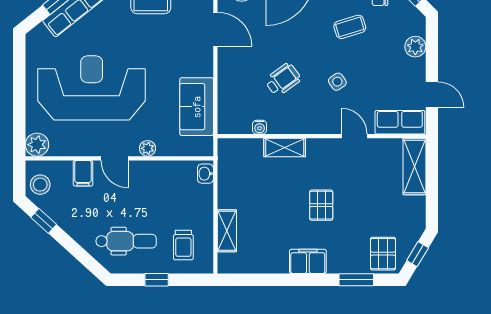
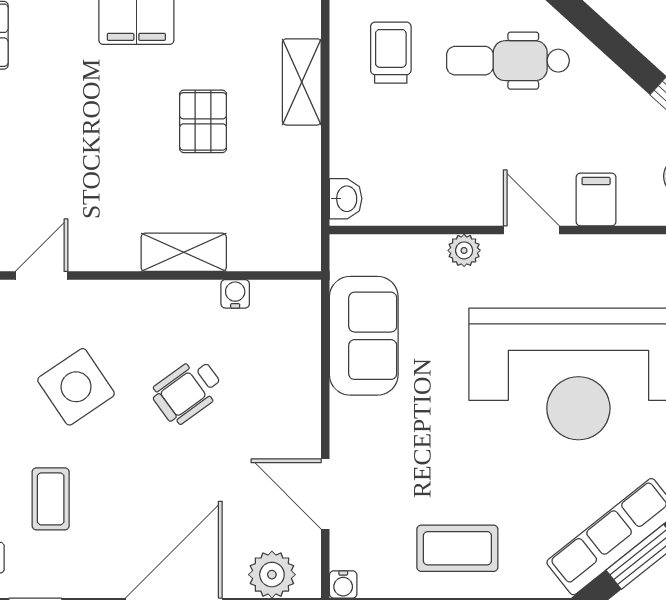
coffee table: (350, 27) -> (51, 499), turned -73
side table: (337, 82) -> (76, 387), width x1.87, depth x1.87
door: (354, 136) -> (42, 276), swing flipped
pallet: (321, 205) -> (203, 121), moved

